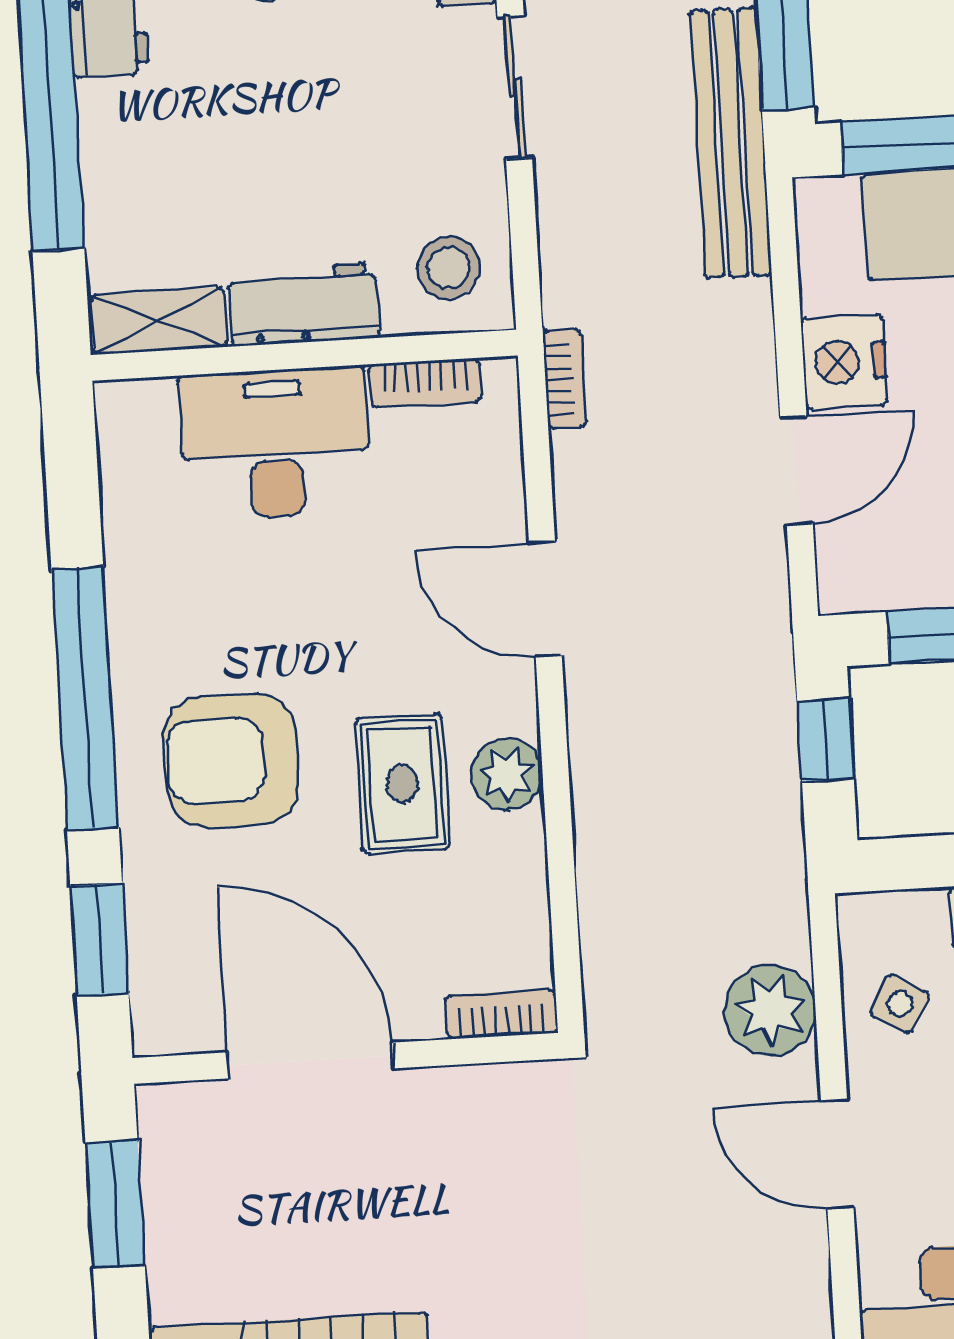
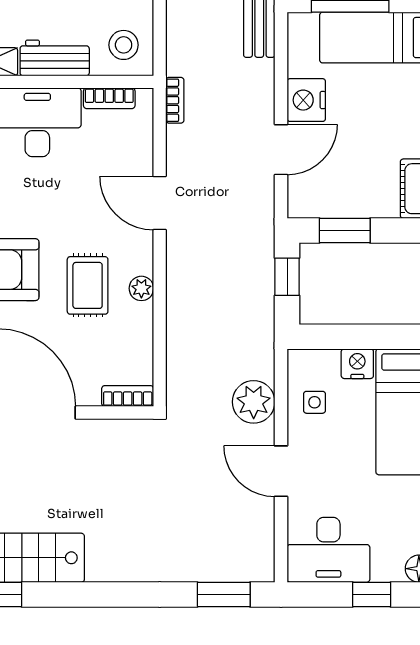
plant: (507, 774) -> (141, 288), width x0.73, depth x0.73
side table: (900, 1004) -> (315, 402), turned -30

